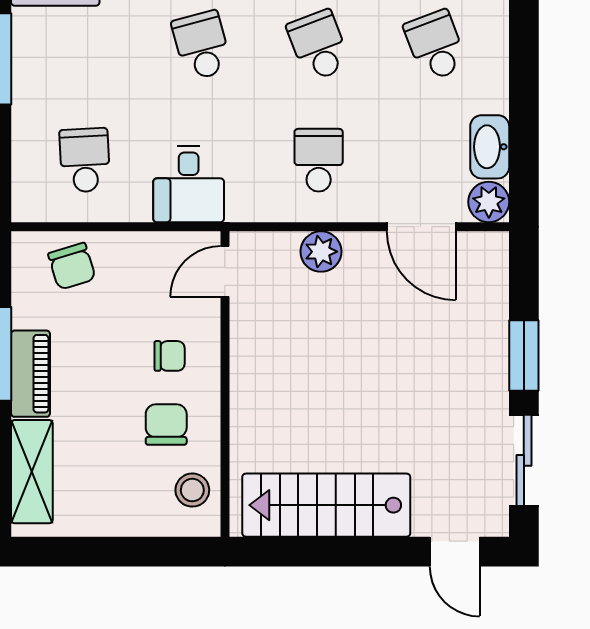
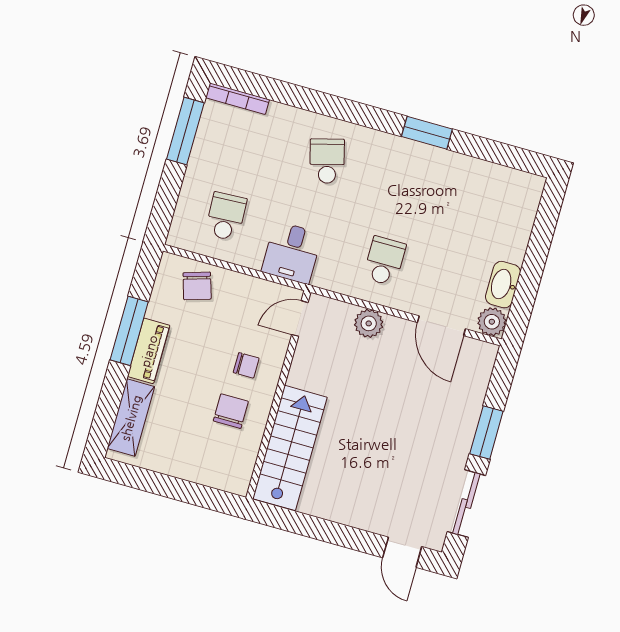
school desk: (319, 45) -> (406, 183), removed
school desk: (436, 45) -> (486, 206), removed
stool: (192, 490) -> (236, 461), removed
stairs: (326, 505) -> (290, 448), moved, turned 90

